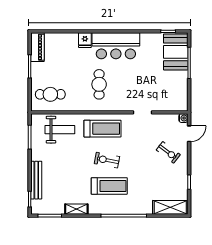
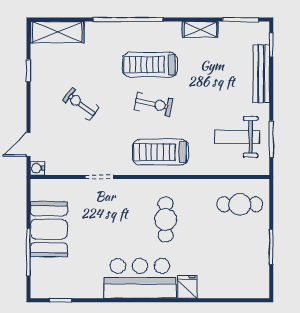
piano: (37, 47) -> (259, 276), removed
booth: (176, 52) -> (49, 229), moved
weight bench: (60, 130) -> (237, 137), moved
exercise bike: (168, 152) -> (81, 104), moved

